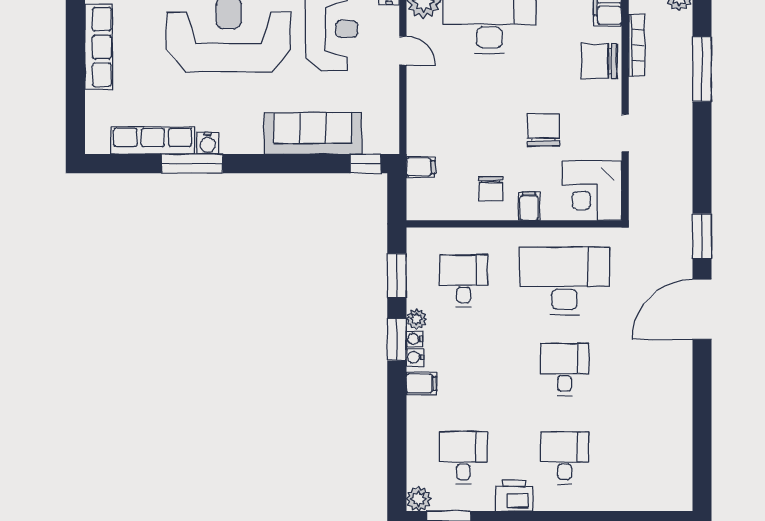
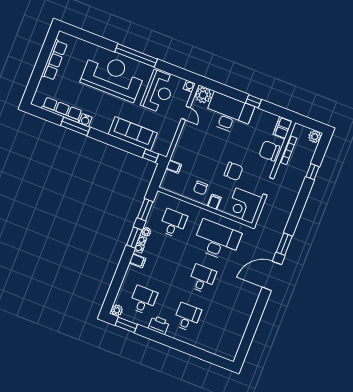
window: (702, 69) -> (313, 172), width x0.46
chair: (544, 130) -> (233, 171), turned 90

